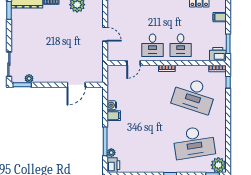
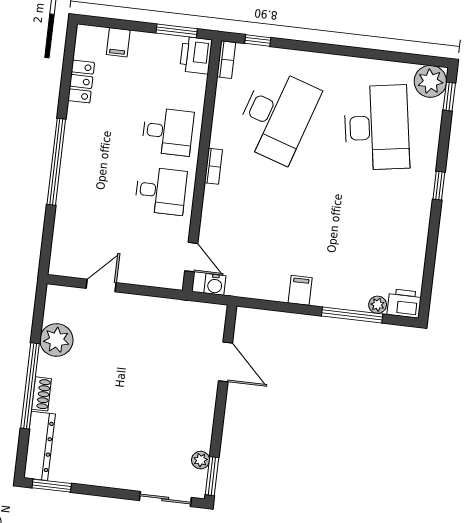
door: (105, 34) -> (101, 286), moved
door: (134, 63) -> (191, 257), moved
water cooler: (112, 105) -> (215, 284), moved

